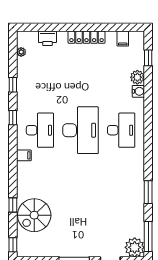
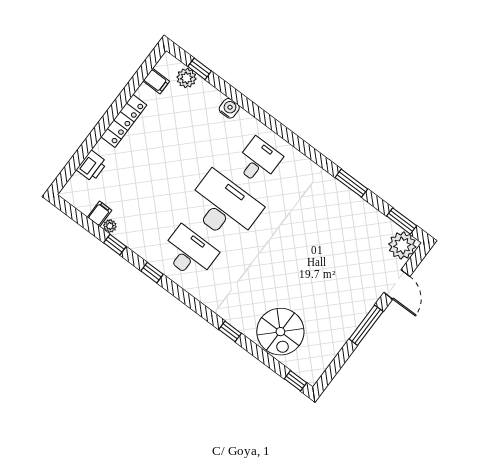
plant: (21, 52) -> (110, 226), moved
plant: (137, 77) -> (186, 78), moved
desk: (121, 130) -> (258, 161), width x0.73
filing cabinet: (24, 155) -> (100, 214), moved
window: (13, 205) -> (230, 331), moved
window: (148, 237) -> (402, 221), width x0.69

